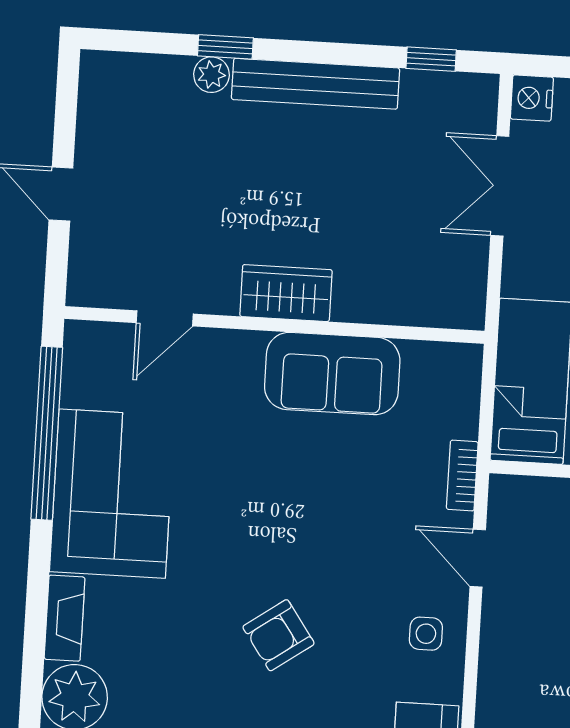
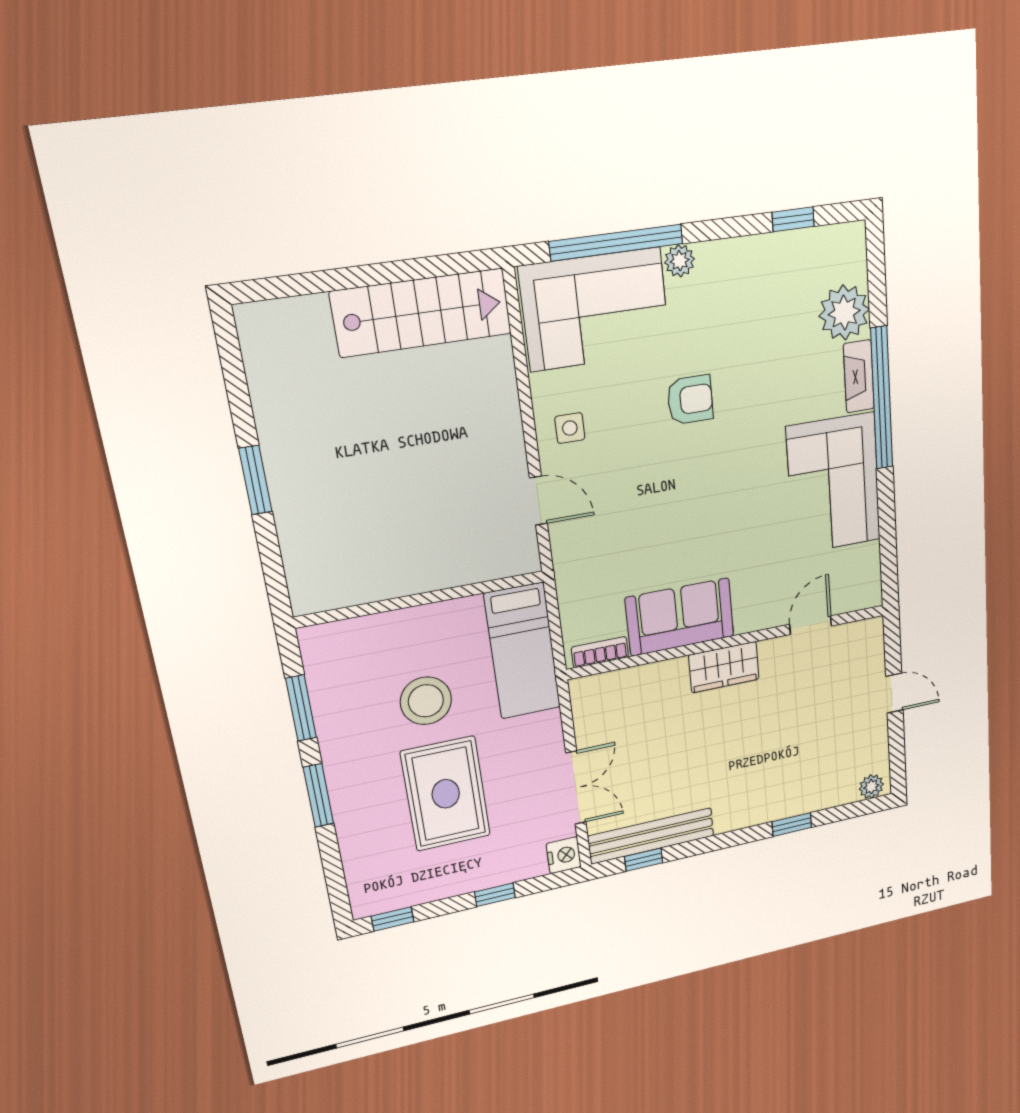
plant: (211, 75) -> (871, 787), moved
bench: (316, 84) -> (651, 836), moved
window: (47, 433) -> (882, 398), moved
bookcase: (462, 476) -> (600, 652), moved, turned -90
armchair: (278, 635) -> (690, 400), turned 35

